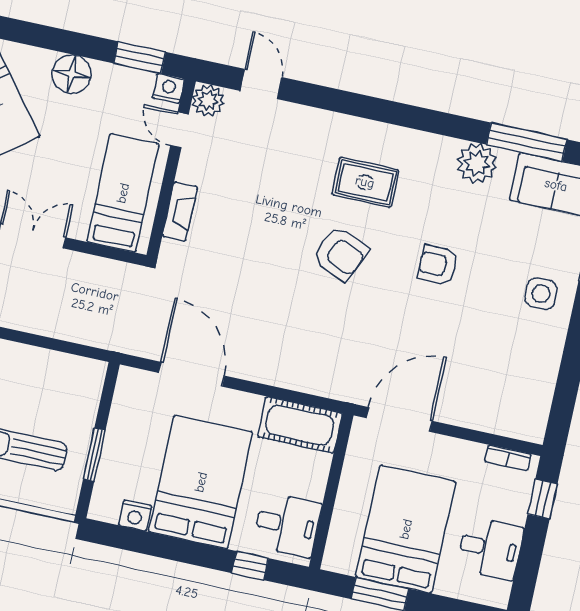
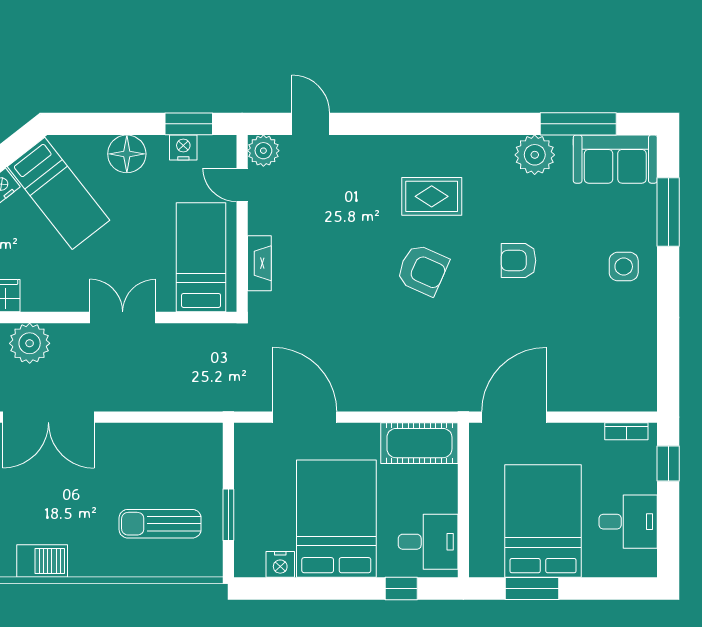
nightstand: (168, 89) -> (183, 147), moved

